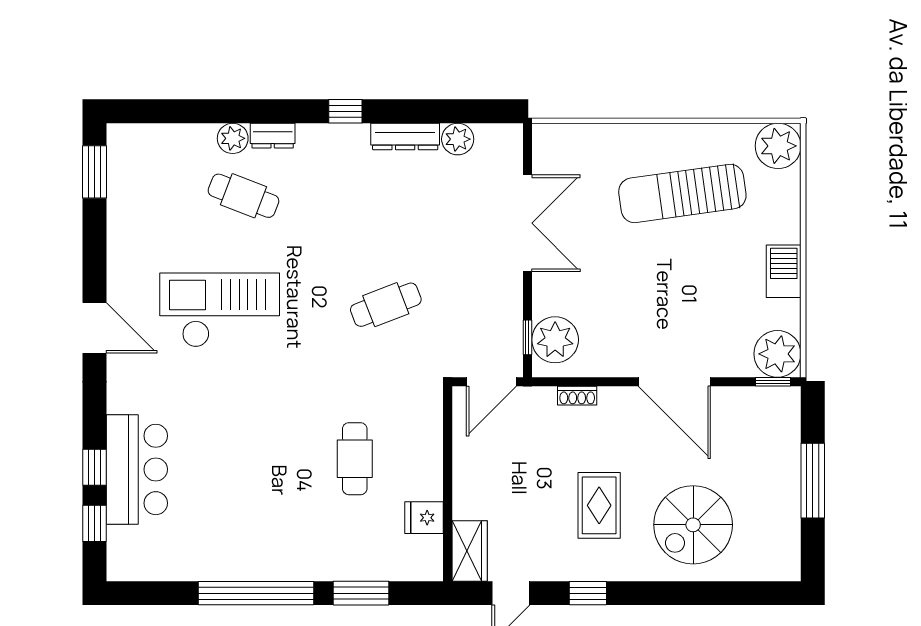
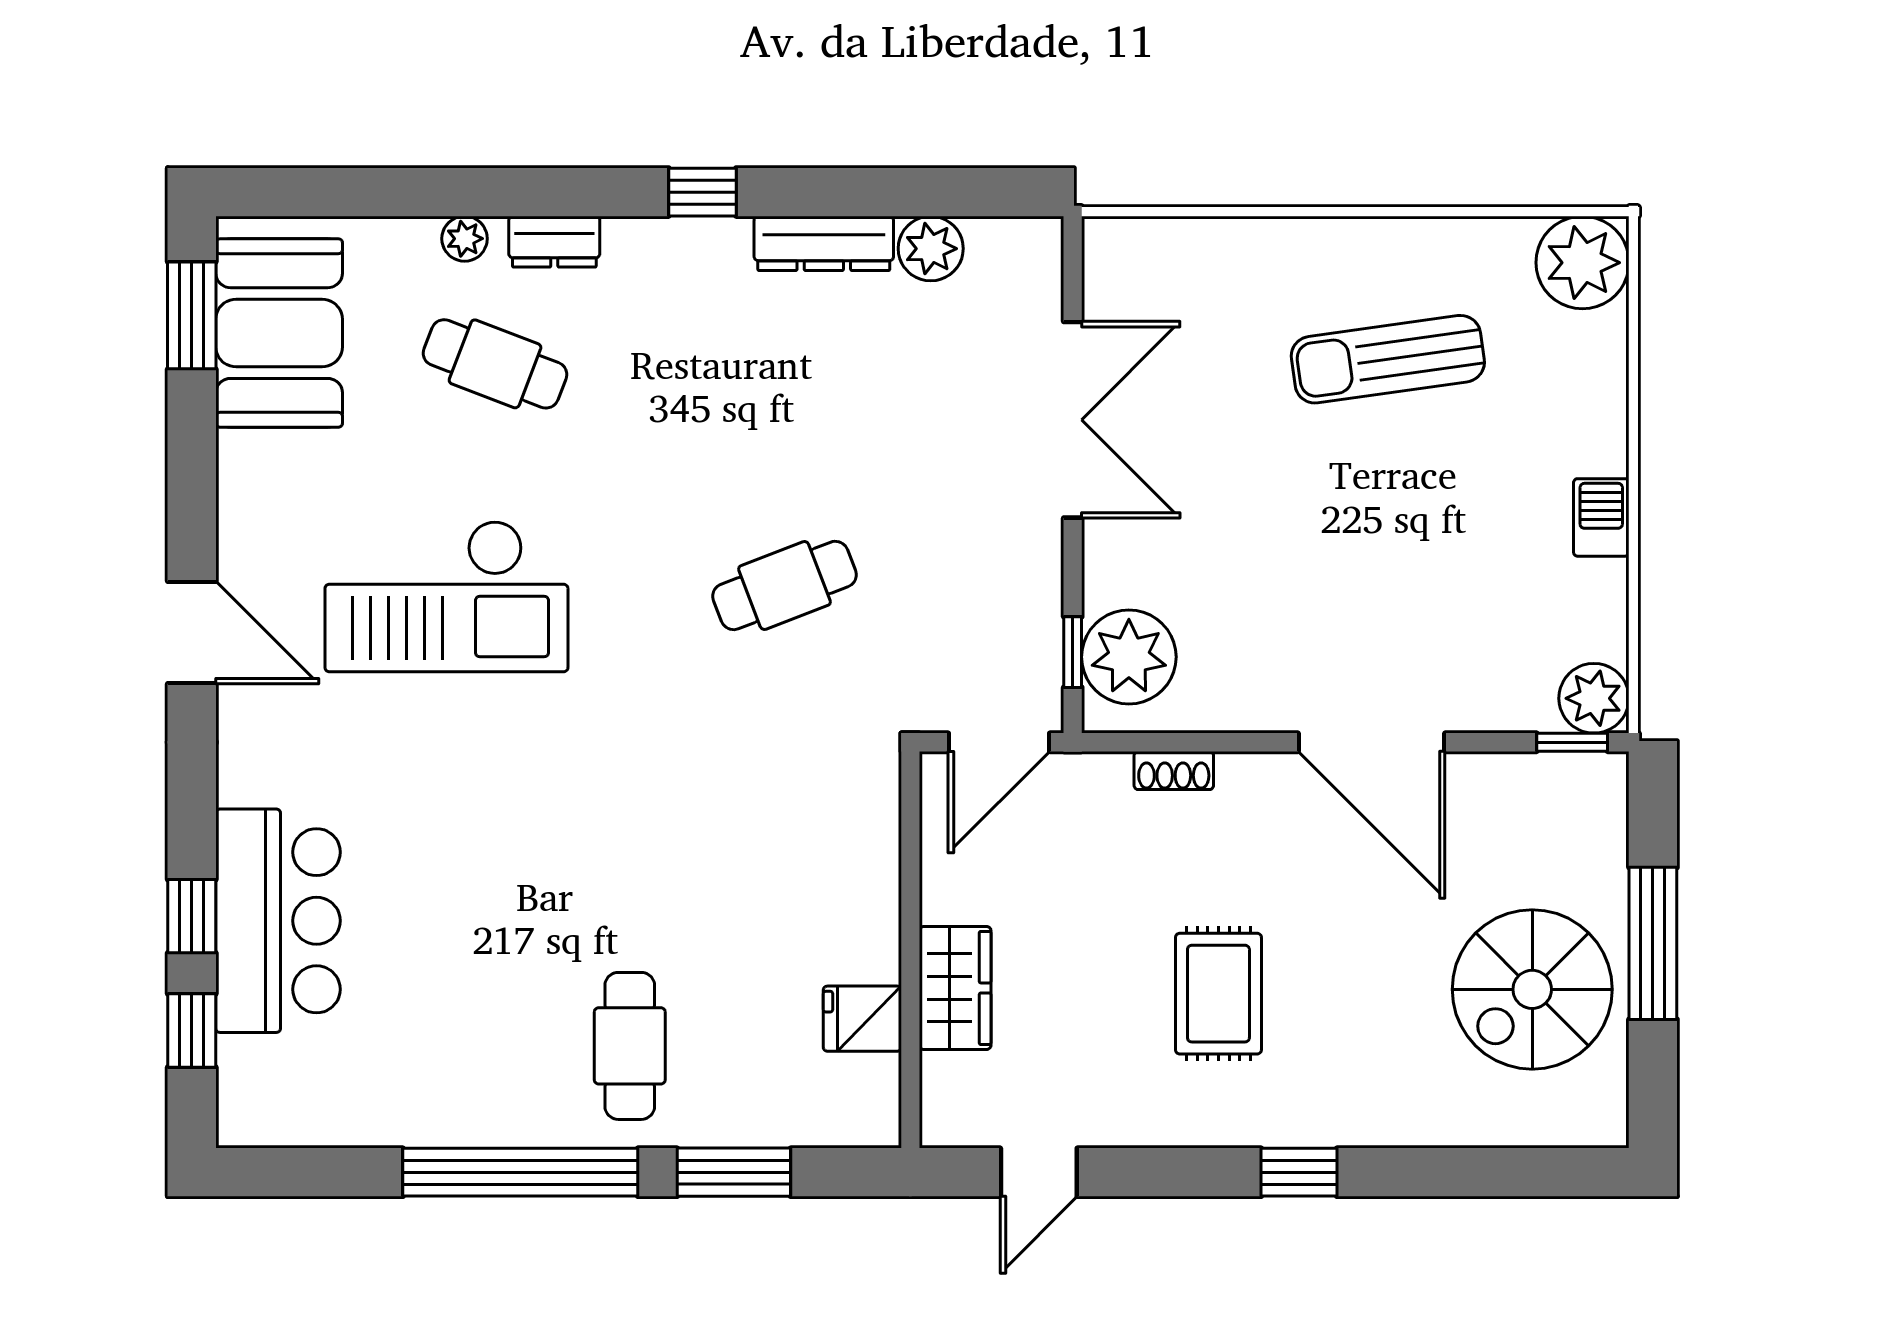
plant: (233, 138) -> (465, 239), width x0.73, depth x0.73
booth: (137, 181) -> (279, 333), added
sun lounger: (682, 193) -> (1388, 359), width x0.73, depth x0.75
barbecue: (784, 271) -> (1601, 517), width x0.73, depth x0.79
checkout: (220, 310) -> (446, 596), turned 180
plant: (777, 354) -> (1594, 698), width x0.73, depth x0.73
cafe table: (355, 459) -> (630, 1046), moved
spiral stairs: (693, 525) -> (1532, 989), moved
wardrobe: (470, 551) -> (955, 988), moved
window: (588, 593) -> (1299, 1172), moved

